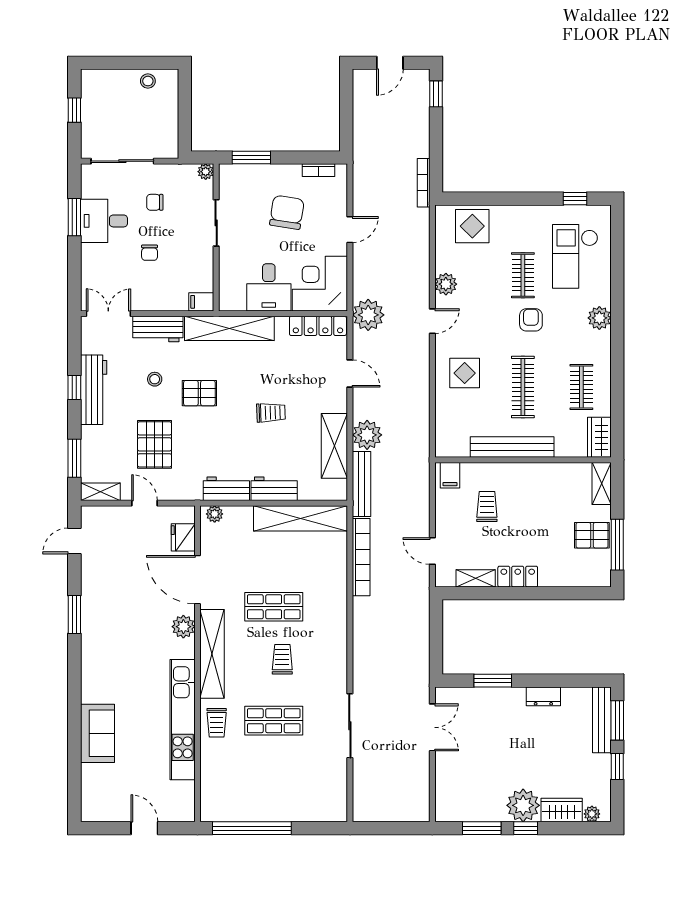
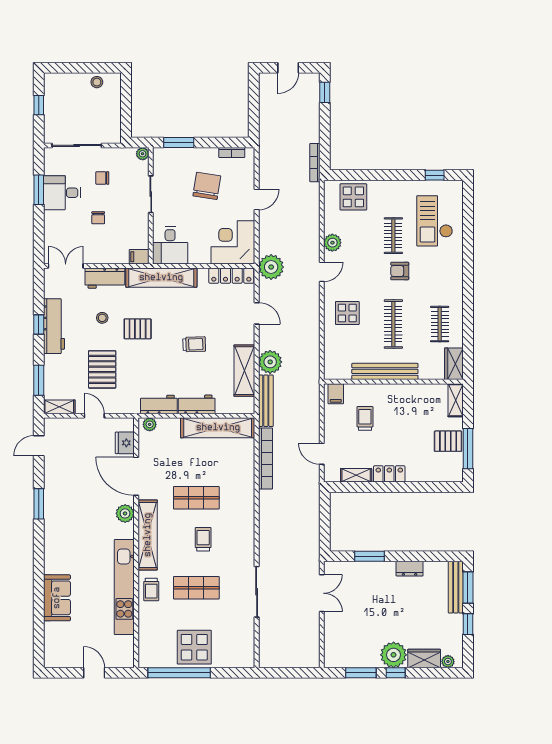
desk: (269, 287) -> (170, 245), moved
plant: (599, 318) -> (454, 269), removed
armchair: (531, 320) -> (400, 271), turned -90
display table: (271, 796) -> (194, 647), added

